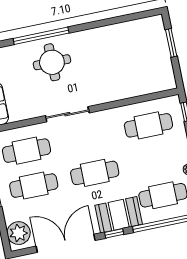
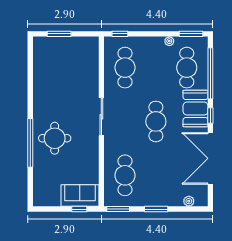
sliding door: (67, 114) -> (101, 117), moved
cafe table: (34, 186) -> (156, 175), removed
plant: (19, 233) -> (189, 201), width x0.53, depth x0.53

